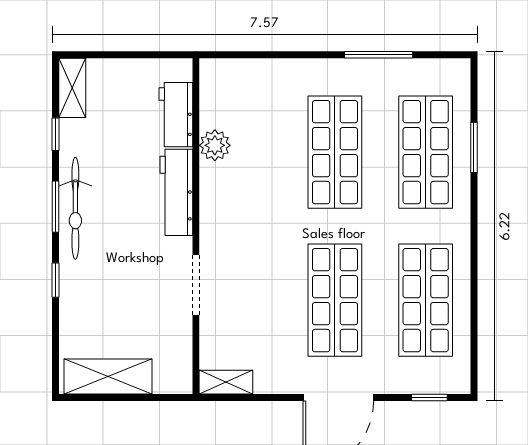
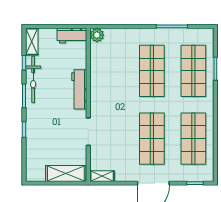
workbench: (176, 115) -> (72, 36), moved, turned -90
plant: (215, 145) -> (97, 35), moved
bicycle: (75, 208) -> (33, 80), moved
shelving: (108, 377) -> (66, 174), moved

